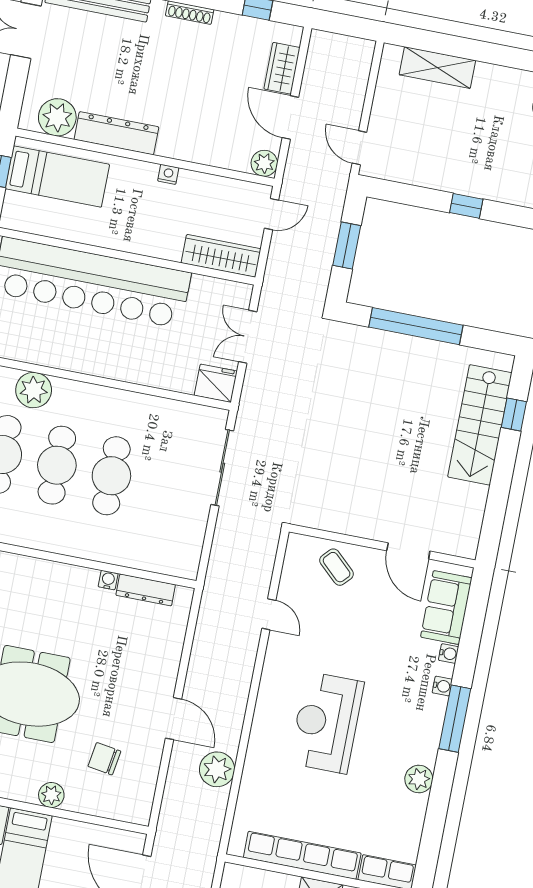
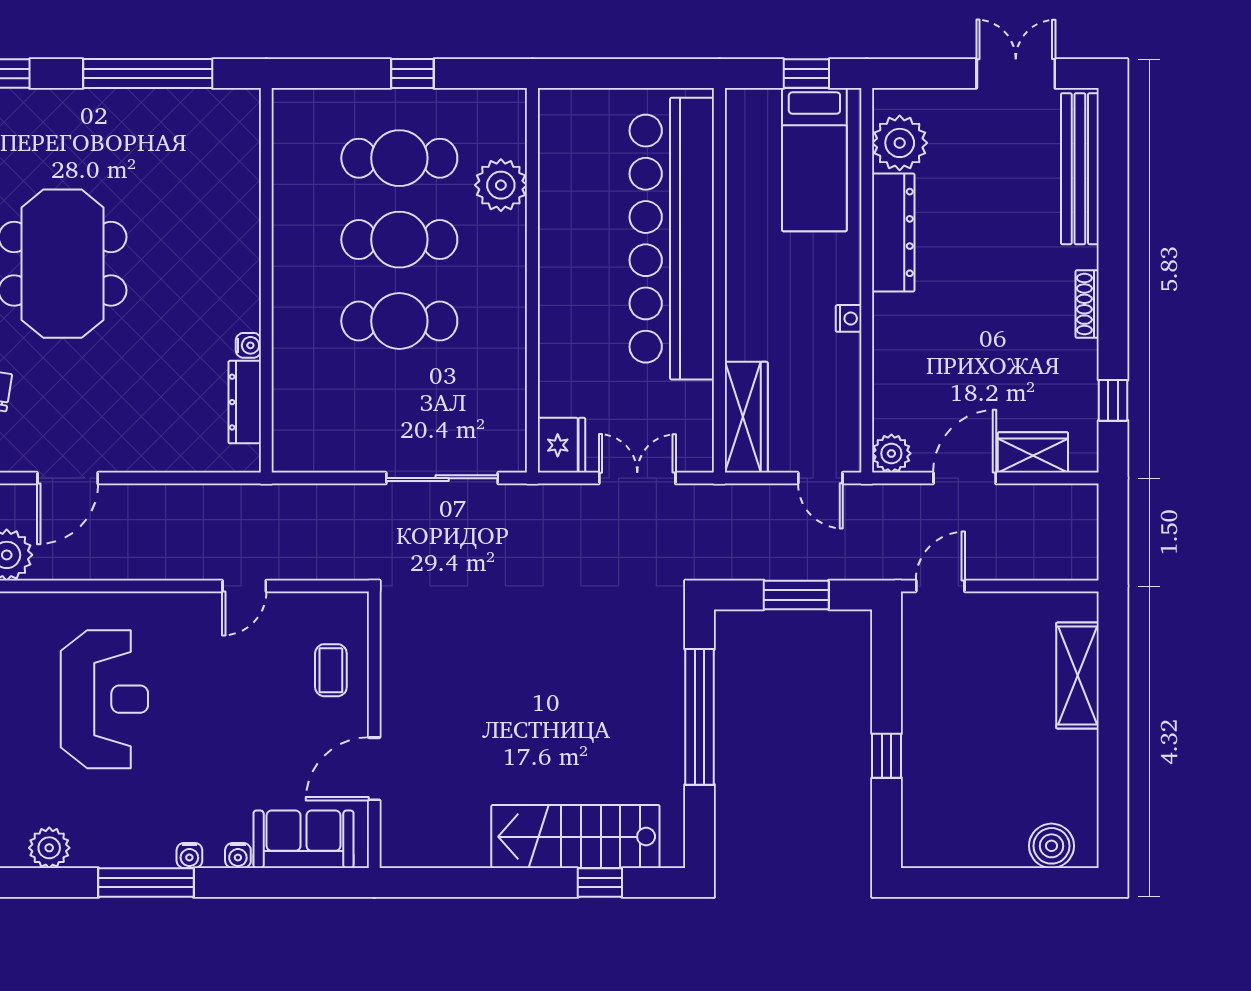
coffee table: (337, 567) -> (331, 670), turned -43
reception desk: (326, 723) -> (104, 699), turned 90

